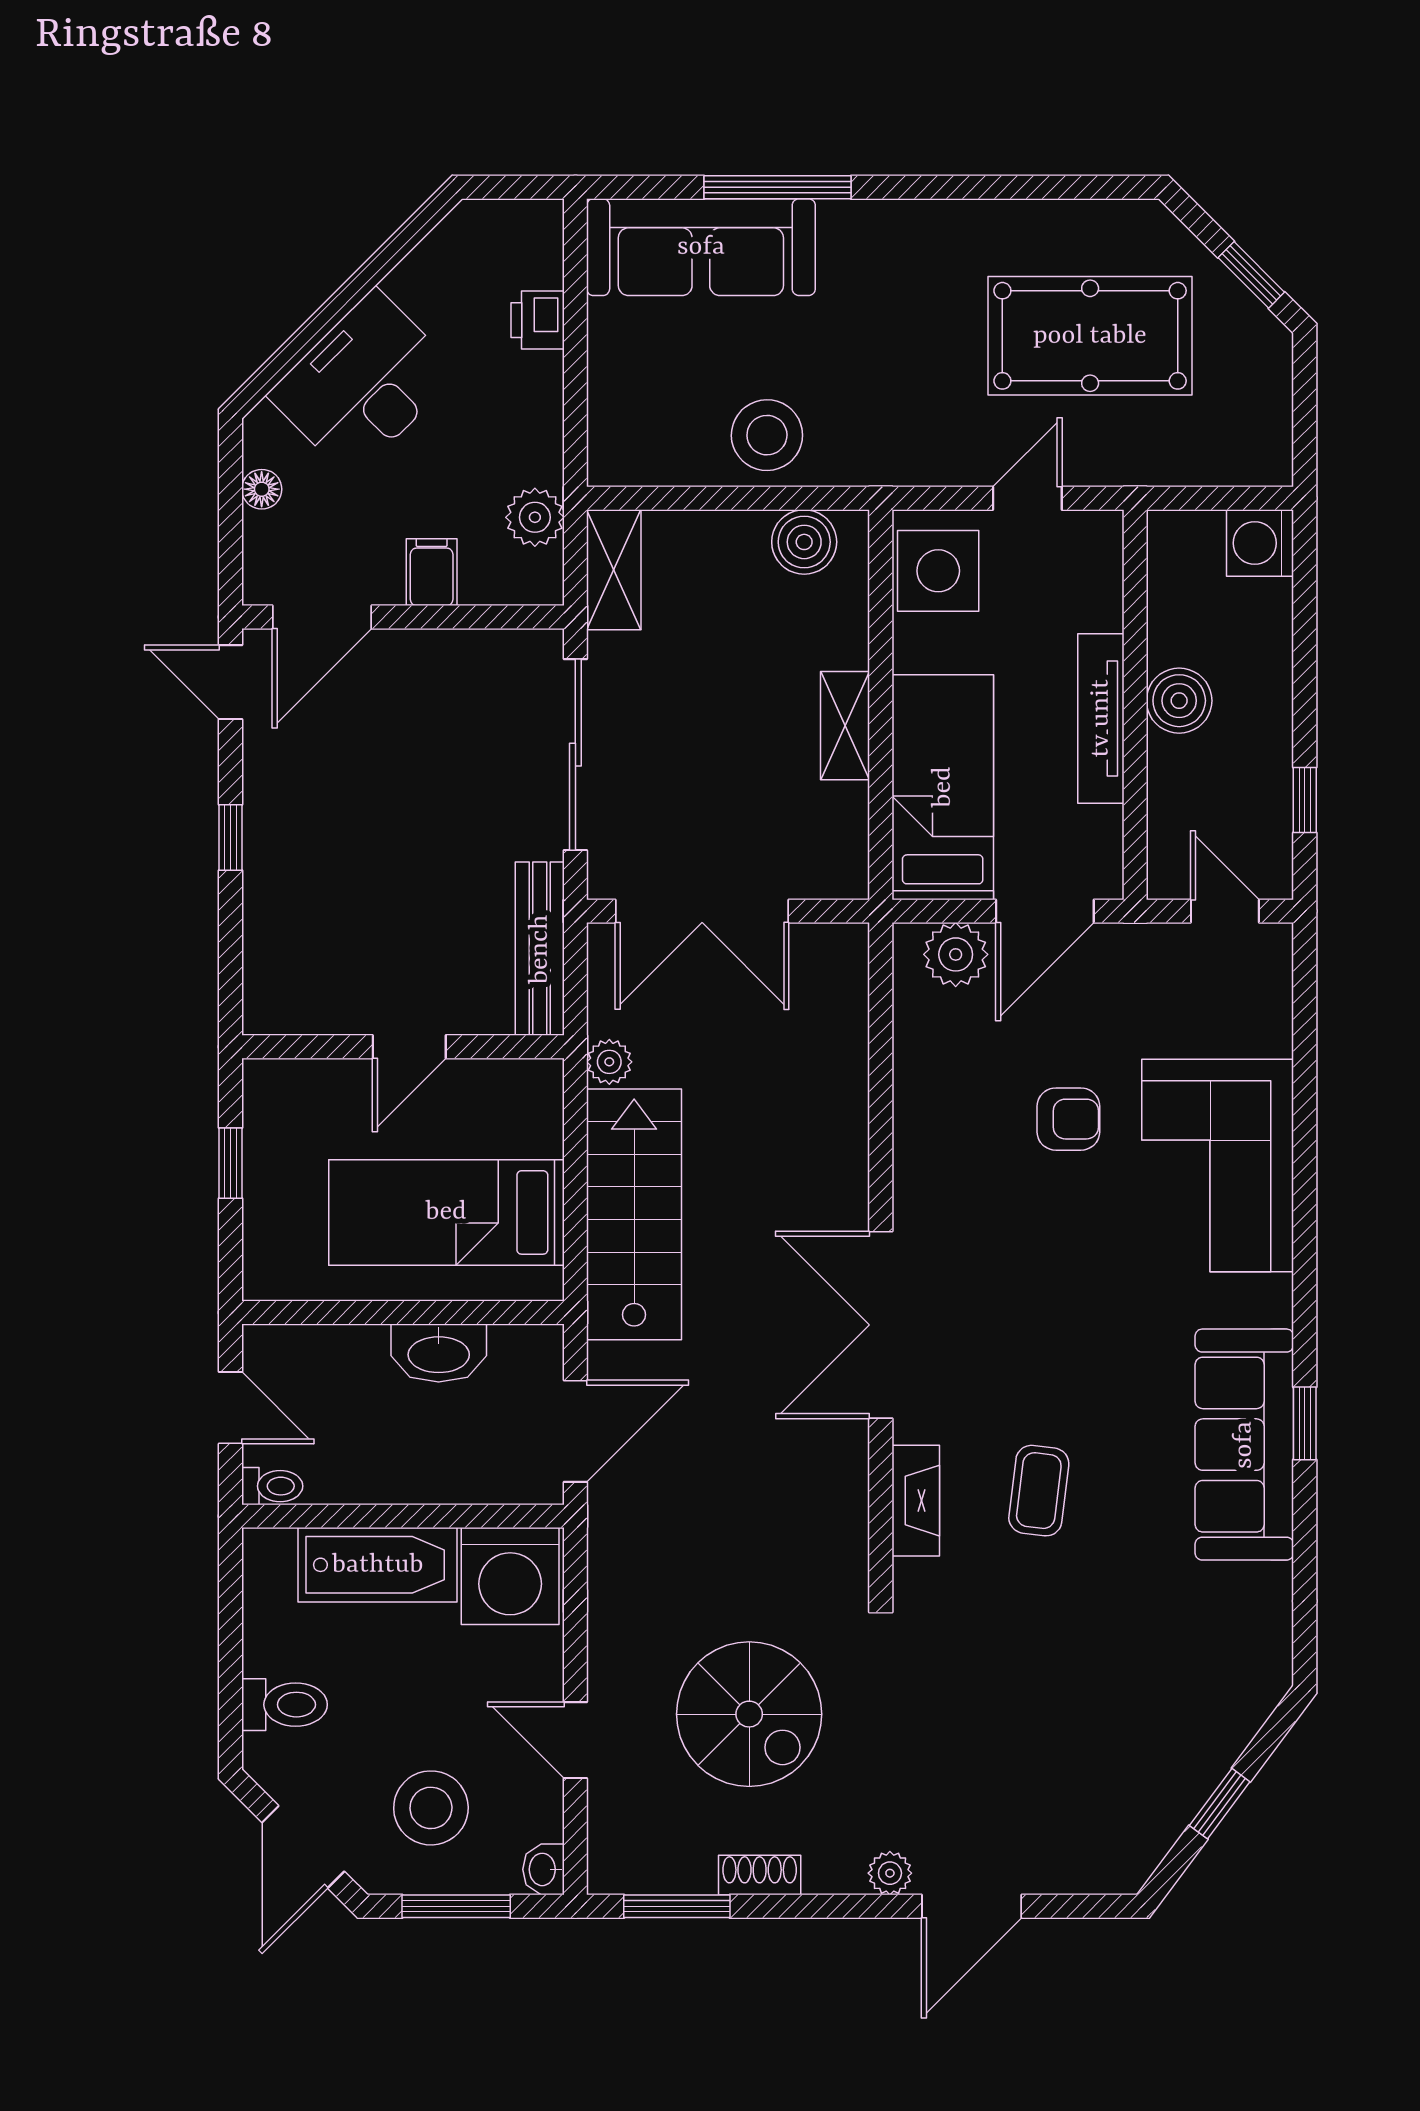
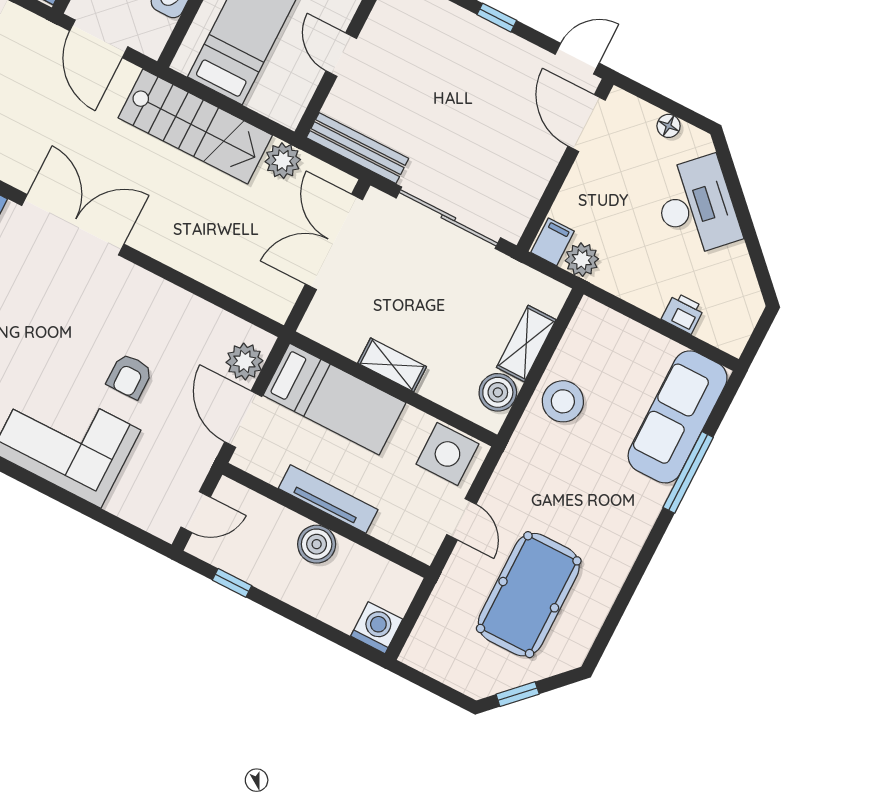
shelving: (614, 570) -> (526, 344), moved, turned 90
filing cabinet: (432, 572) -> (553, 242), moved, turned -90
plant: (609, 1062) -> (283, 161), width x1.38, depth x1.38

